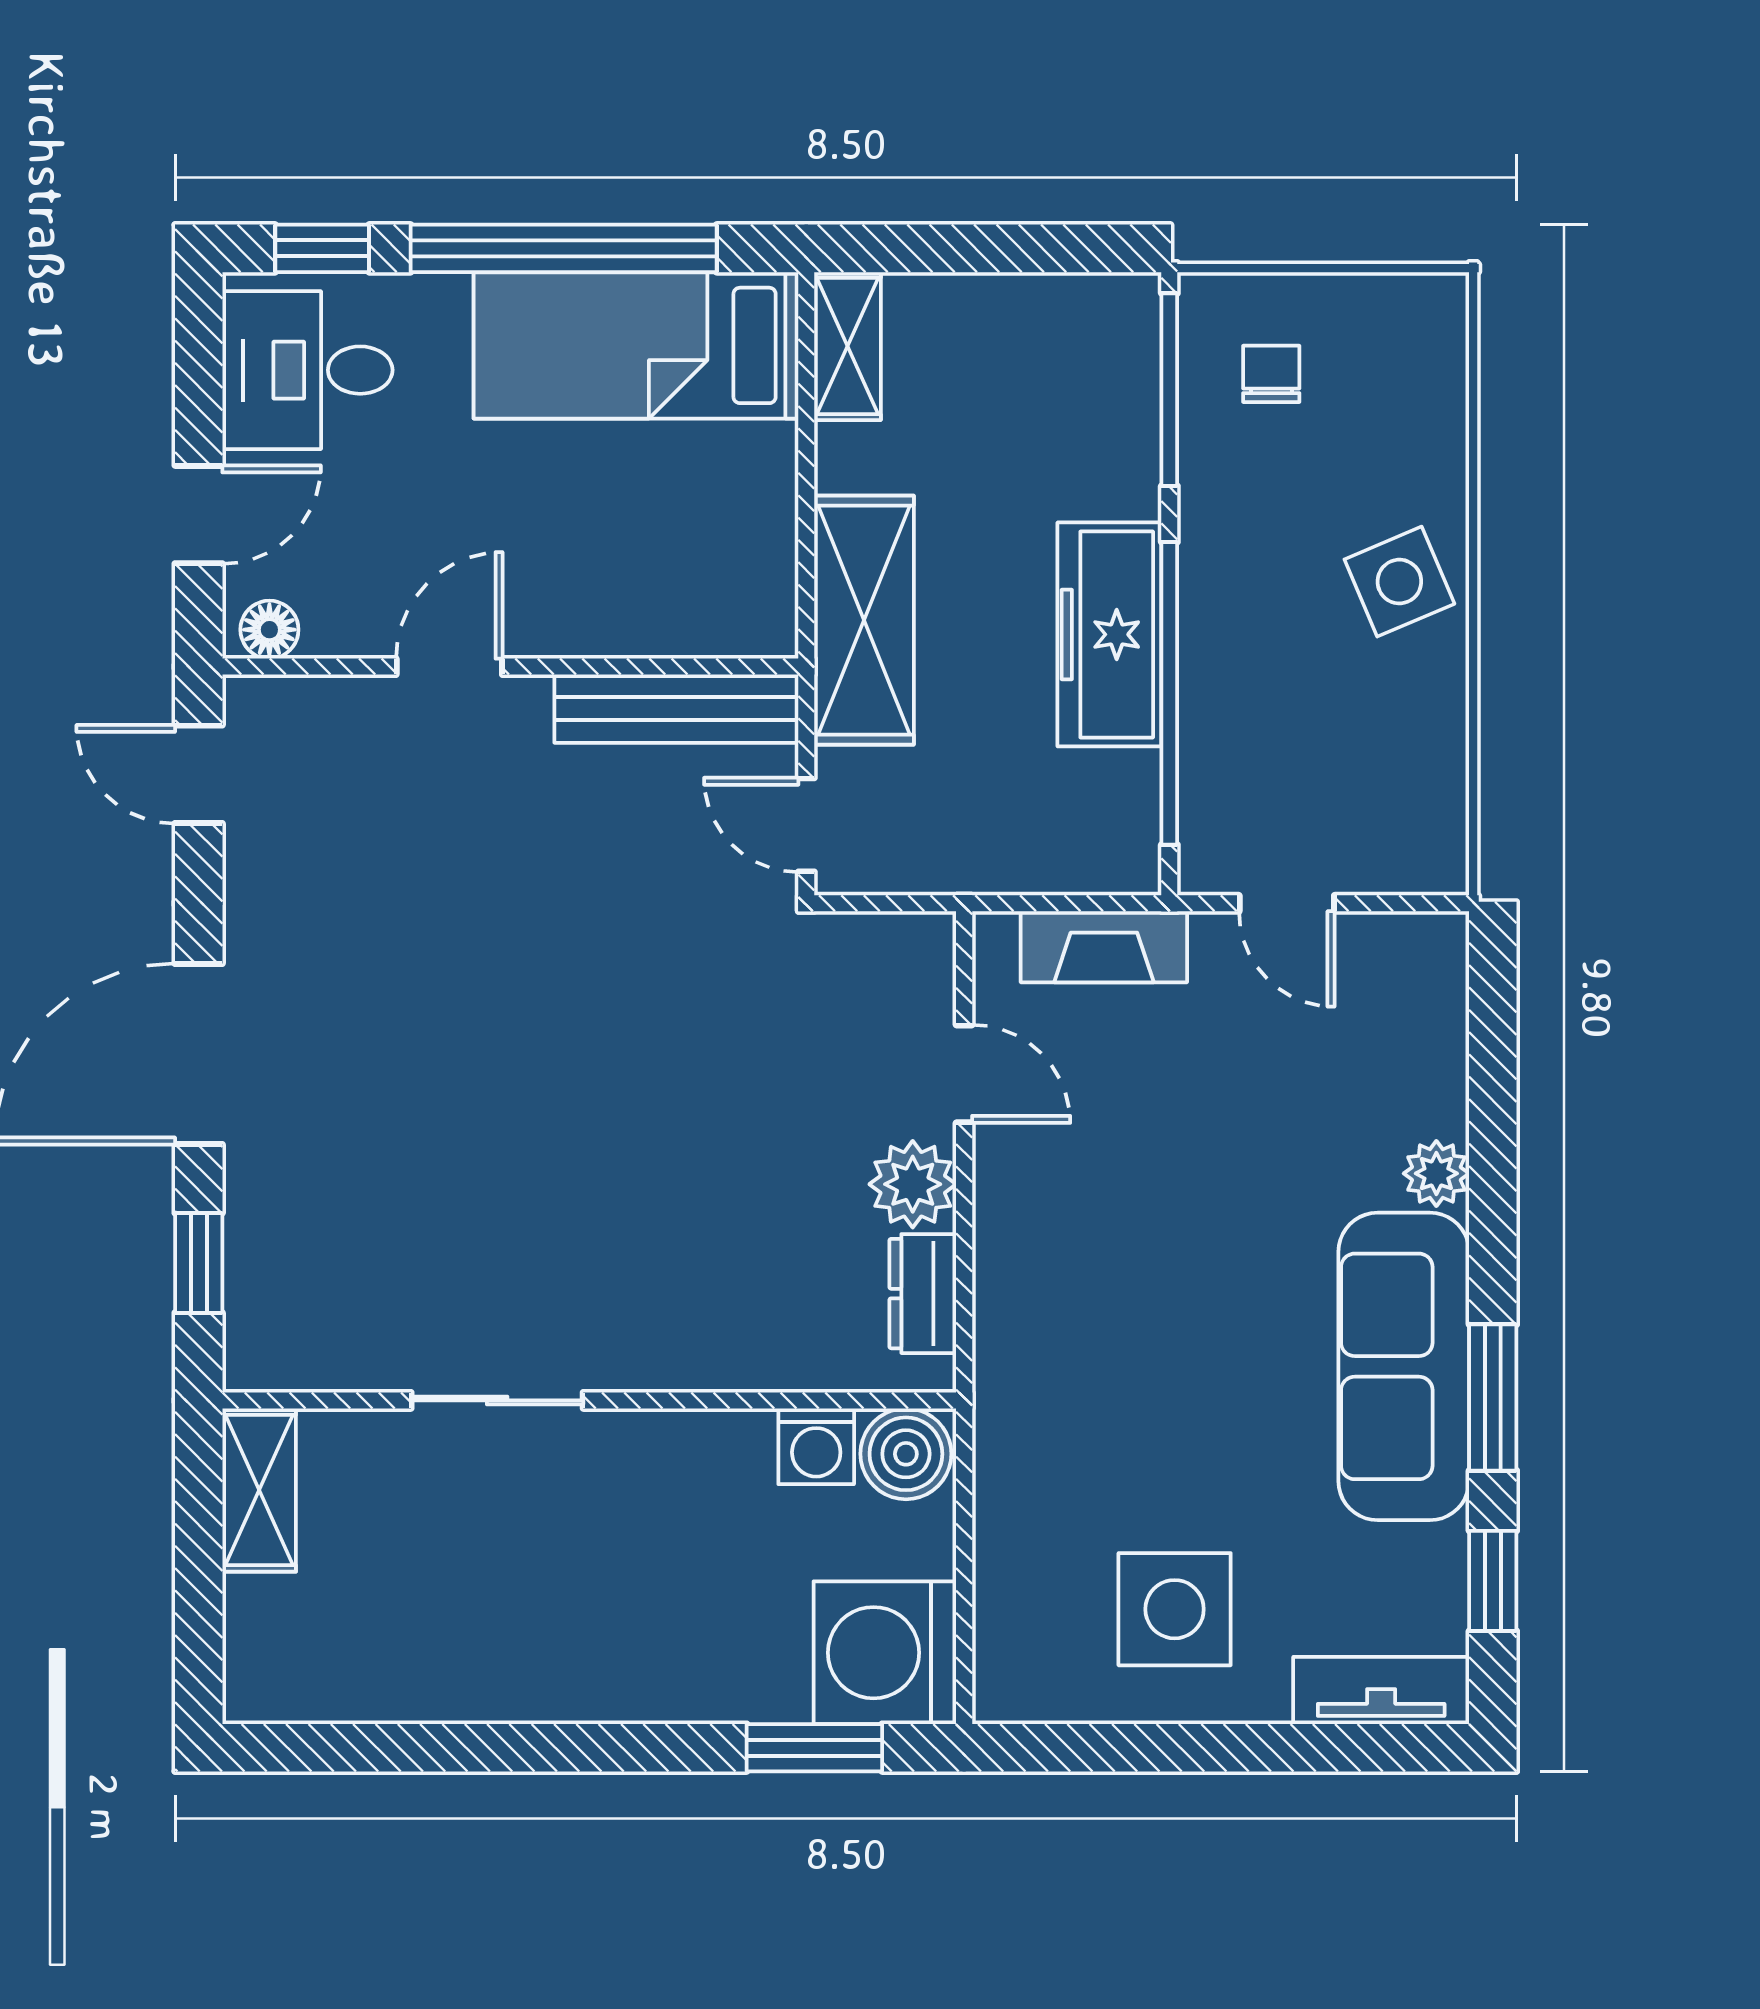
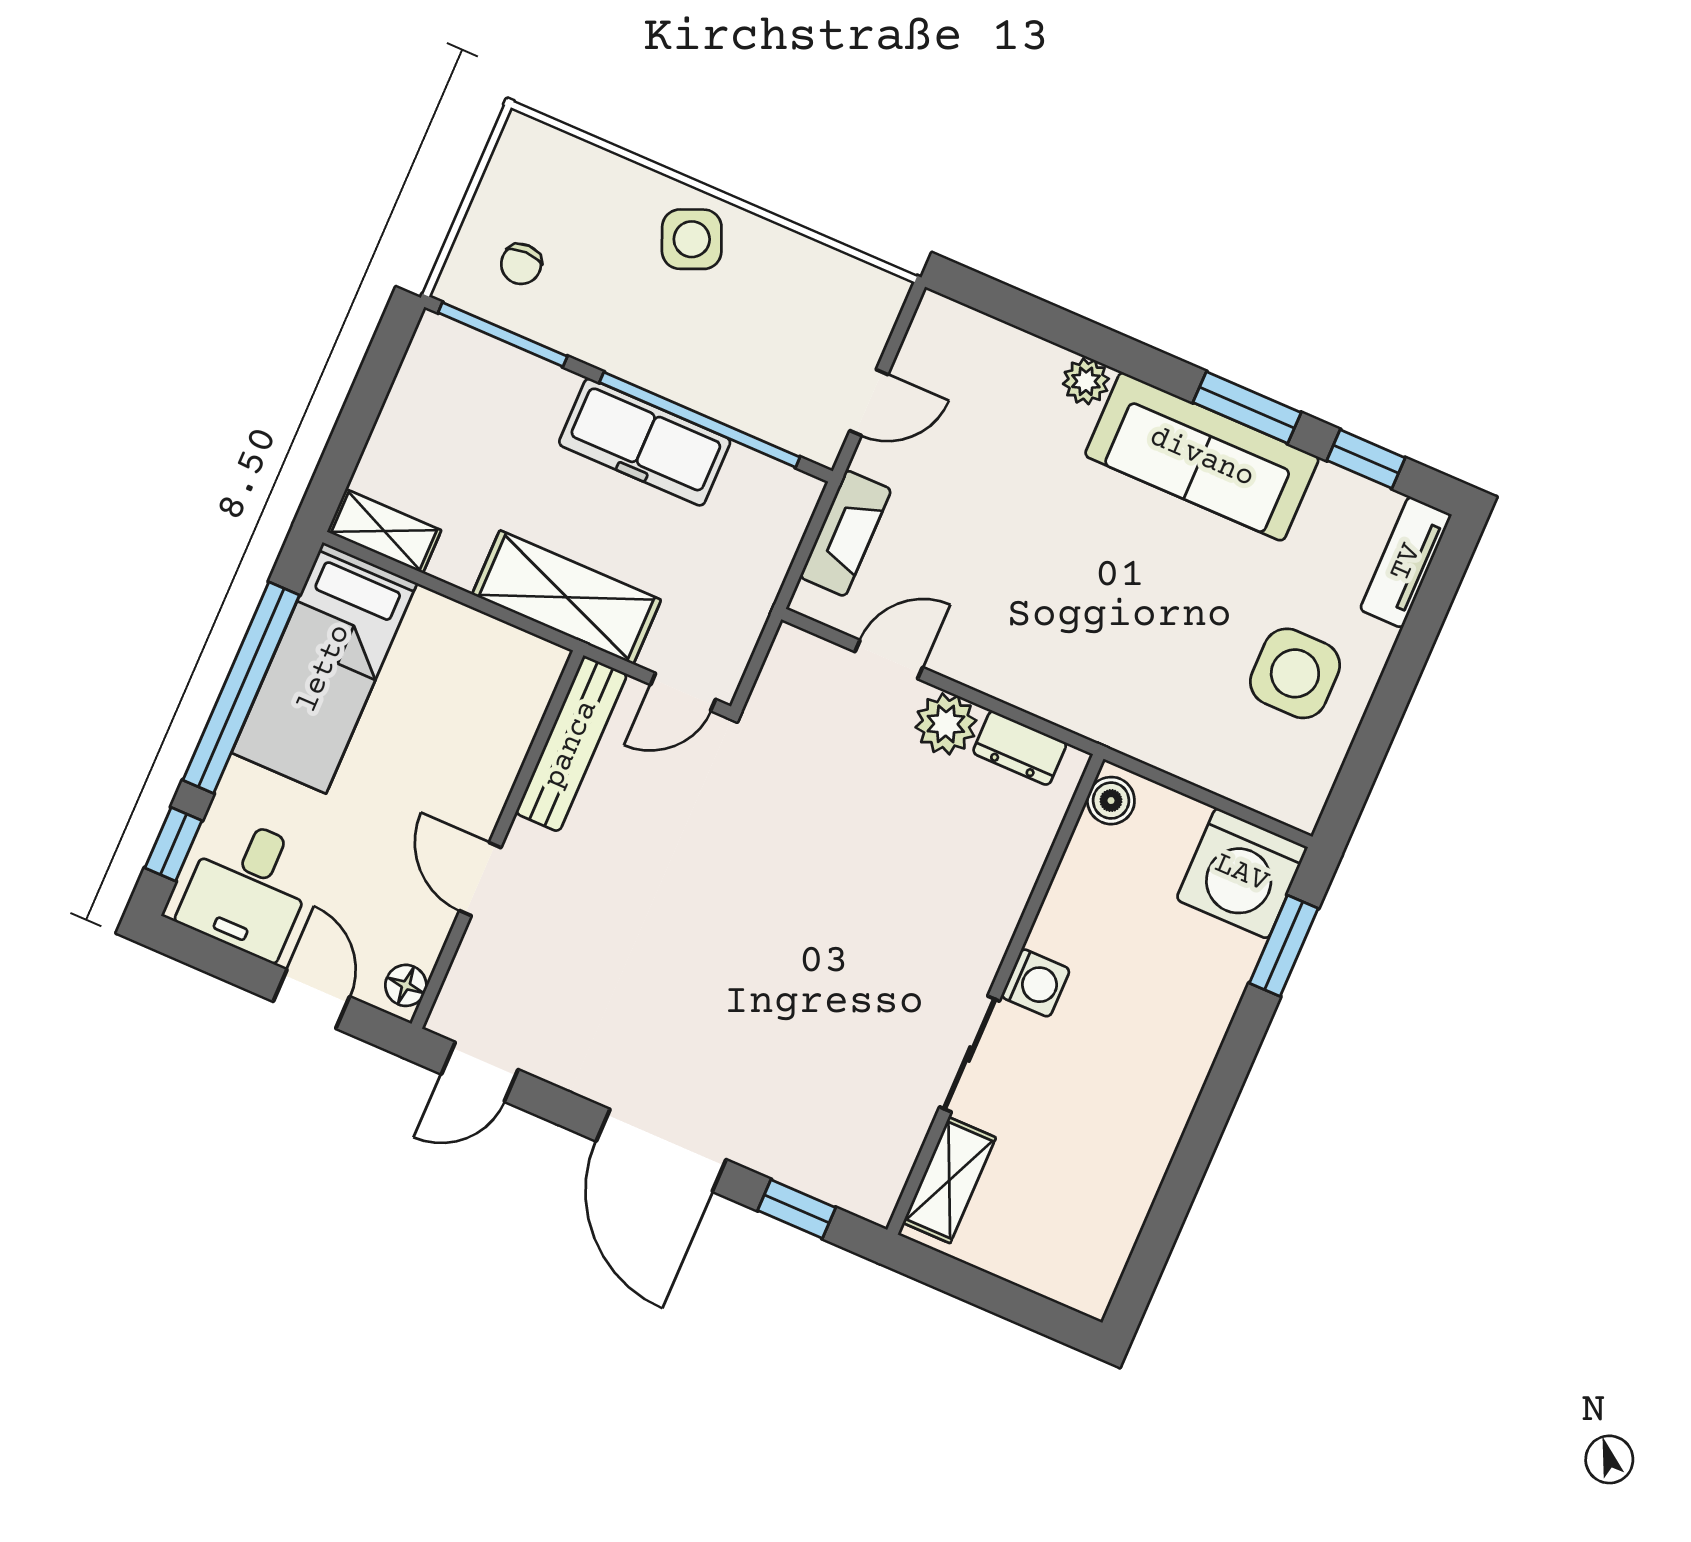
chair: (1271, 374) -> (521, 264), turned -90
washing machine: (816, 1446) -> (1036, 983), moved
boiler: (906, 1454) -> (1111, 801), width x0.73, depth x0.73
shelving: (259, 1490) -> (949, 1180), moved, turned 90

